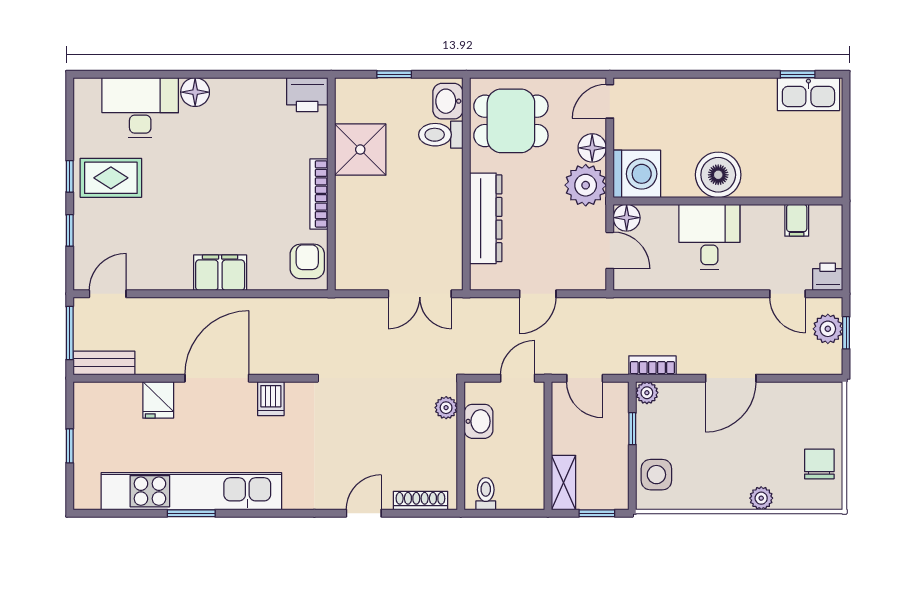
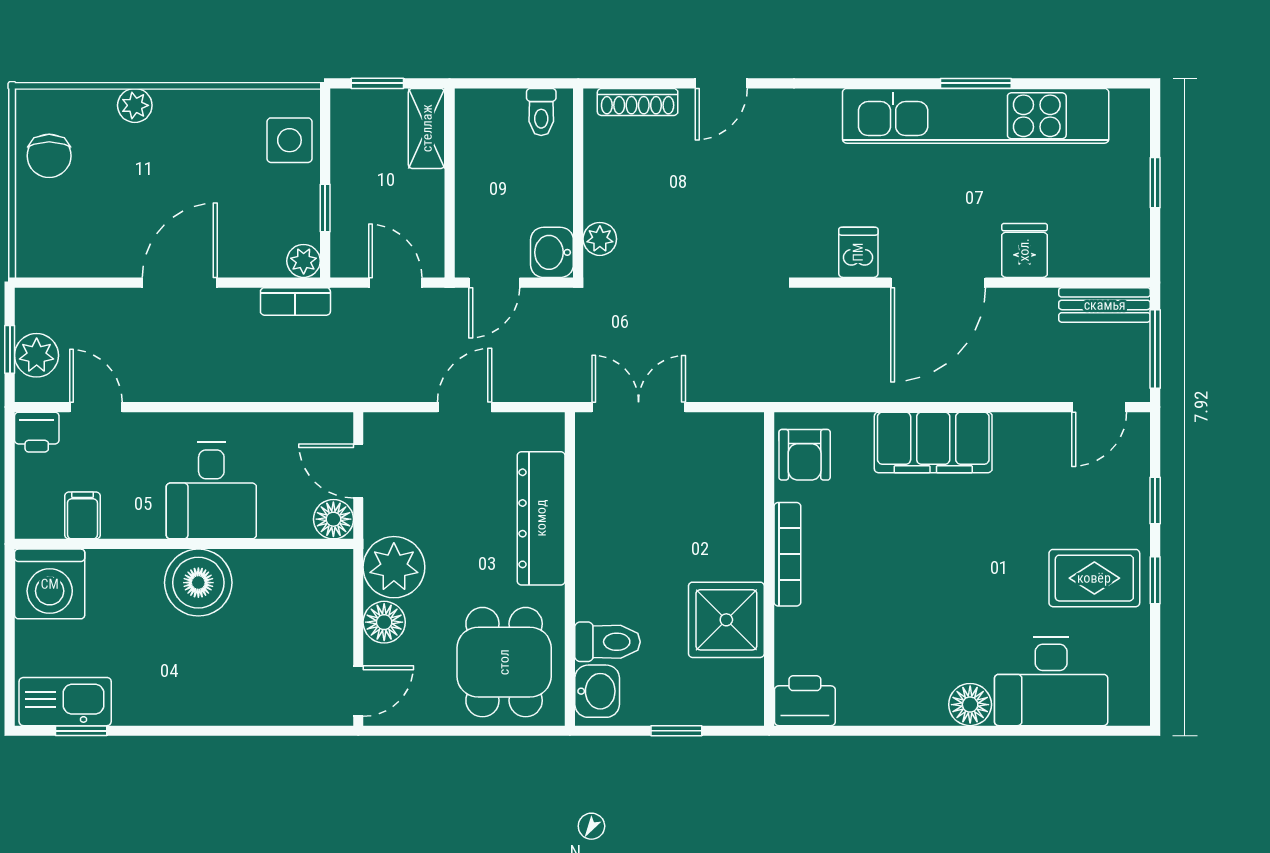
dining table: (511, 121) -> (504, 662), turned 90
washing machine: (637, 174) -> (50, 584), moved, turned -90
filing cabinet: (220, 273) -> (933, 442), width x1.50, depth x1.17
washbasin: (479, 421) -> (552, 252), moved

